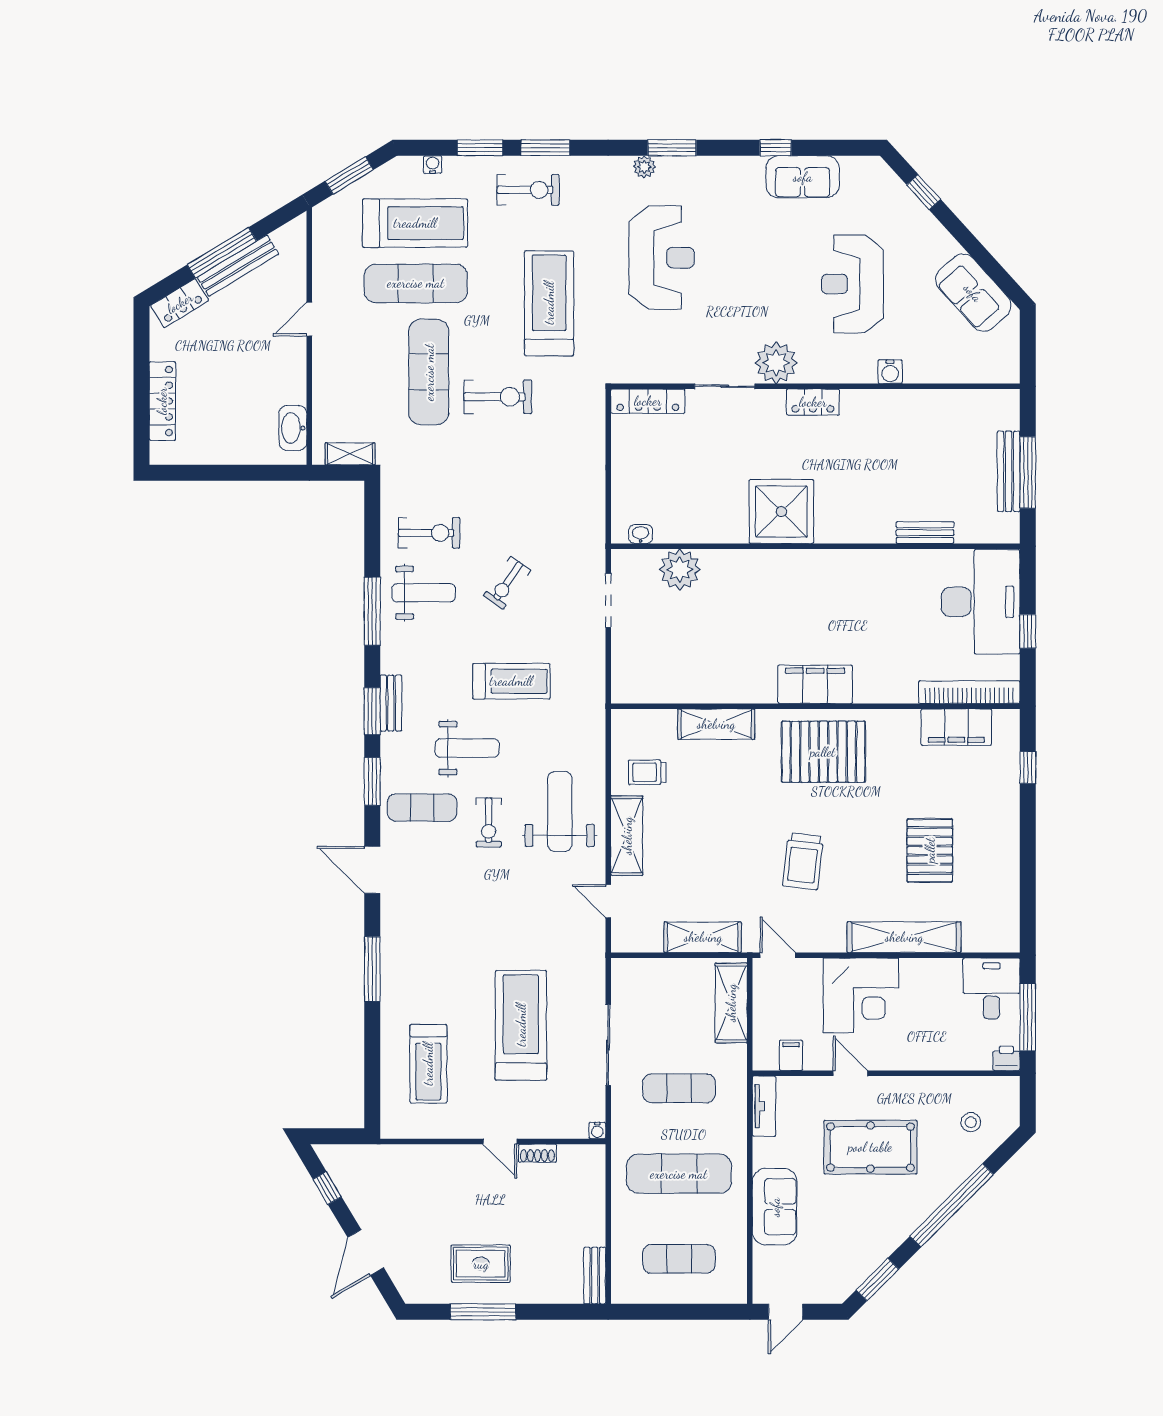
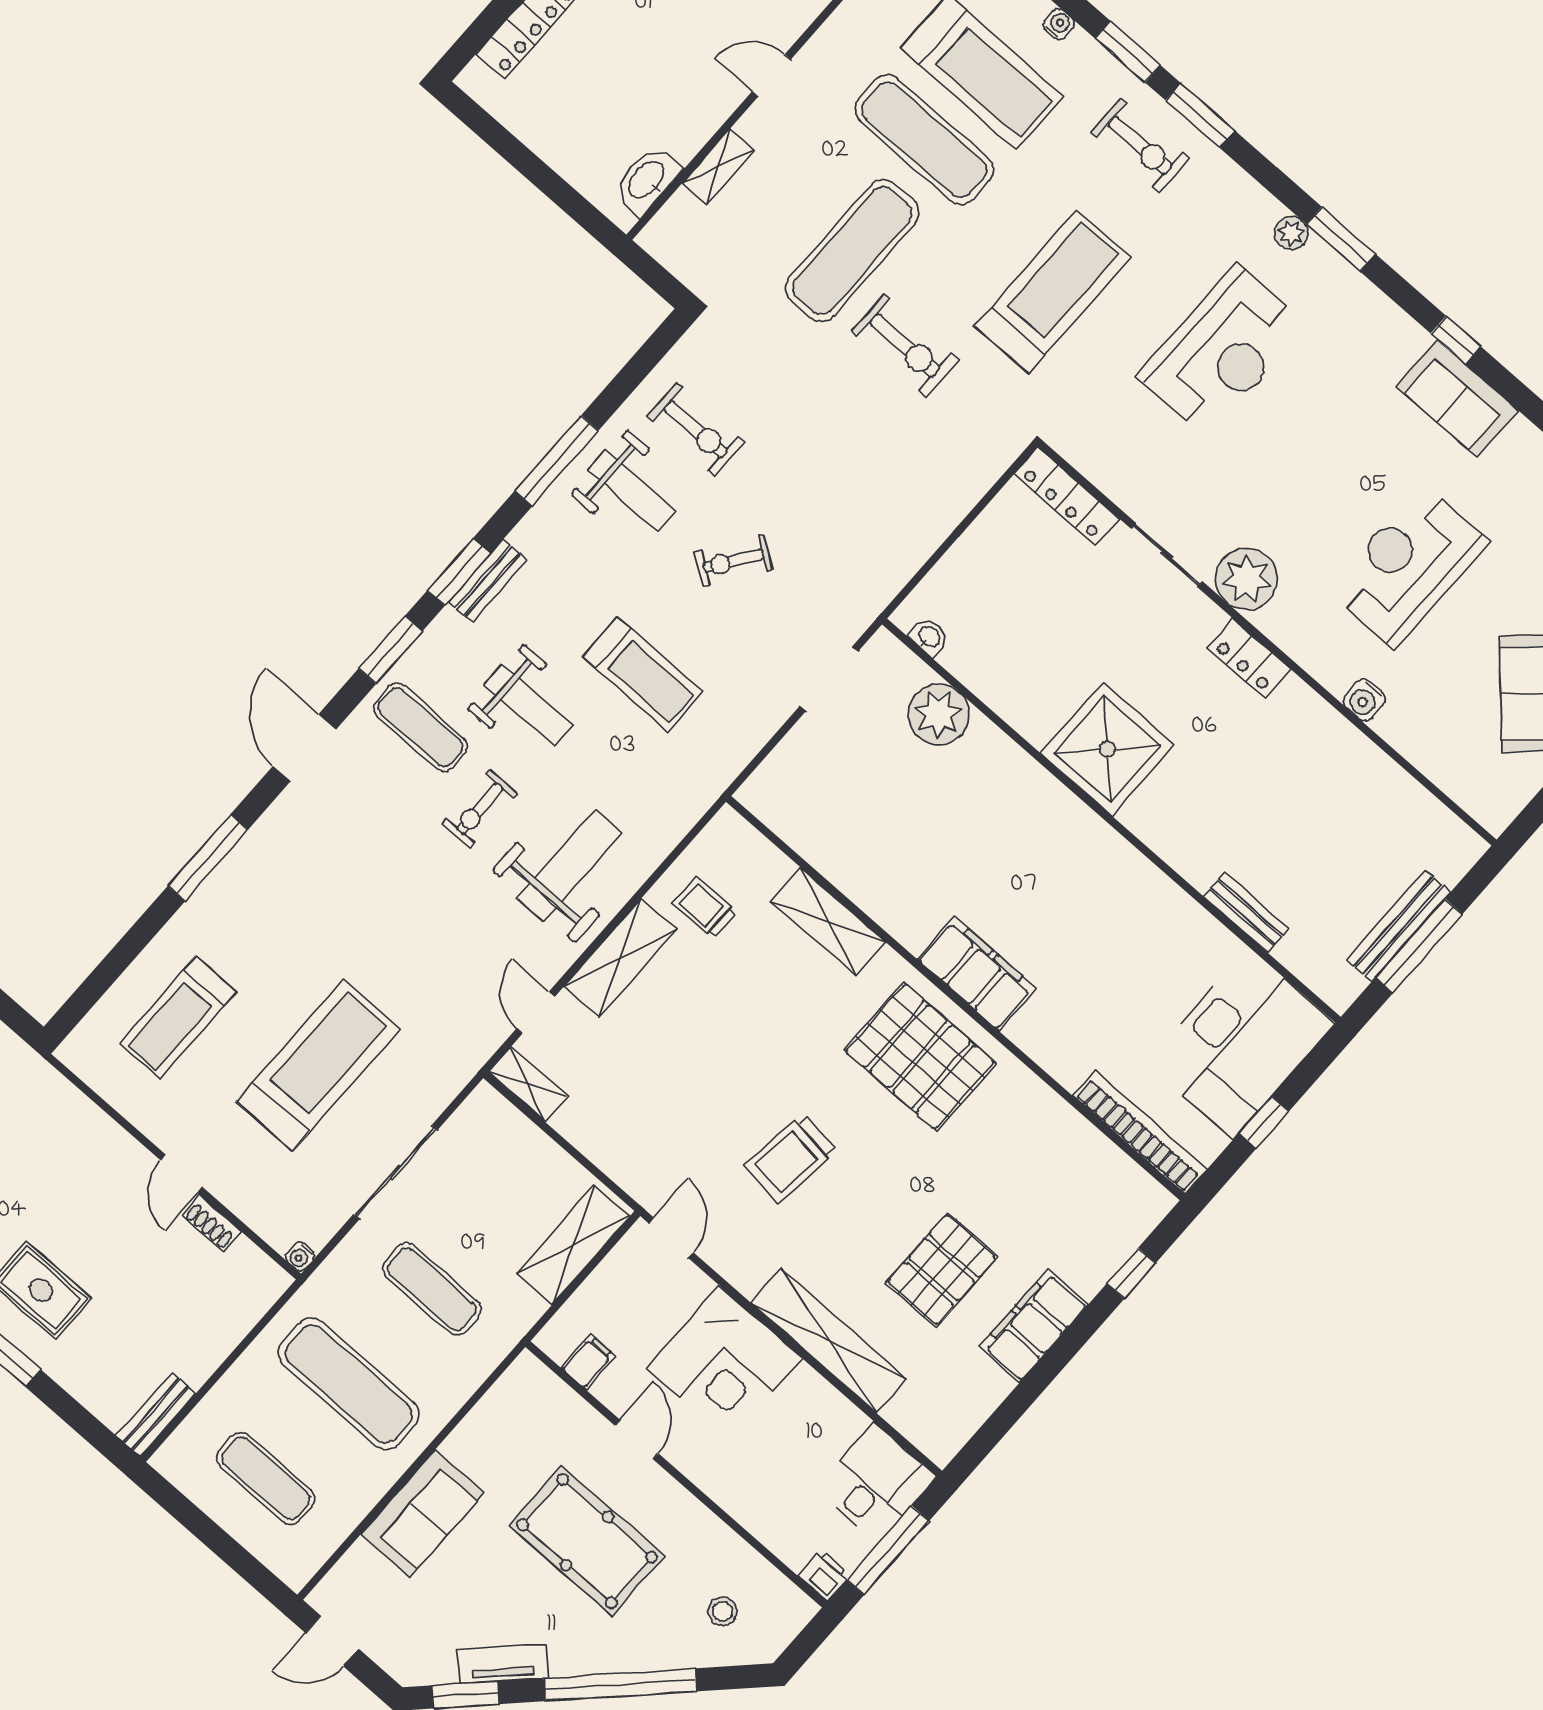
shelving: (350, 454) -> (718, 166), moved, turned 90
filing cabinet: (956, 727) -> (1034, 1326), moved, turned 90
shelving: (703, 937) -> (528, 1084), moved, width x0.67, depth x0.75
tv unit: (764, 1106) -> (503, 1664), moved, turned -135

